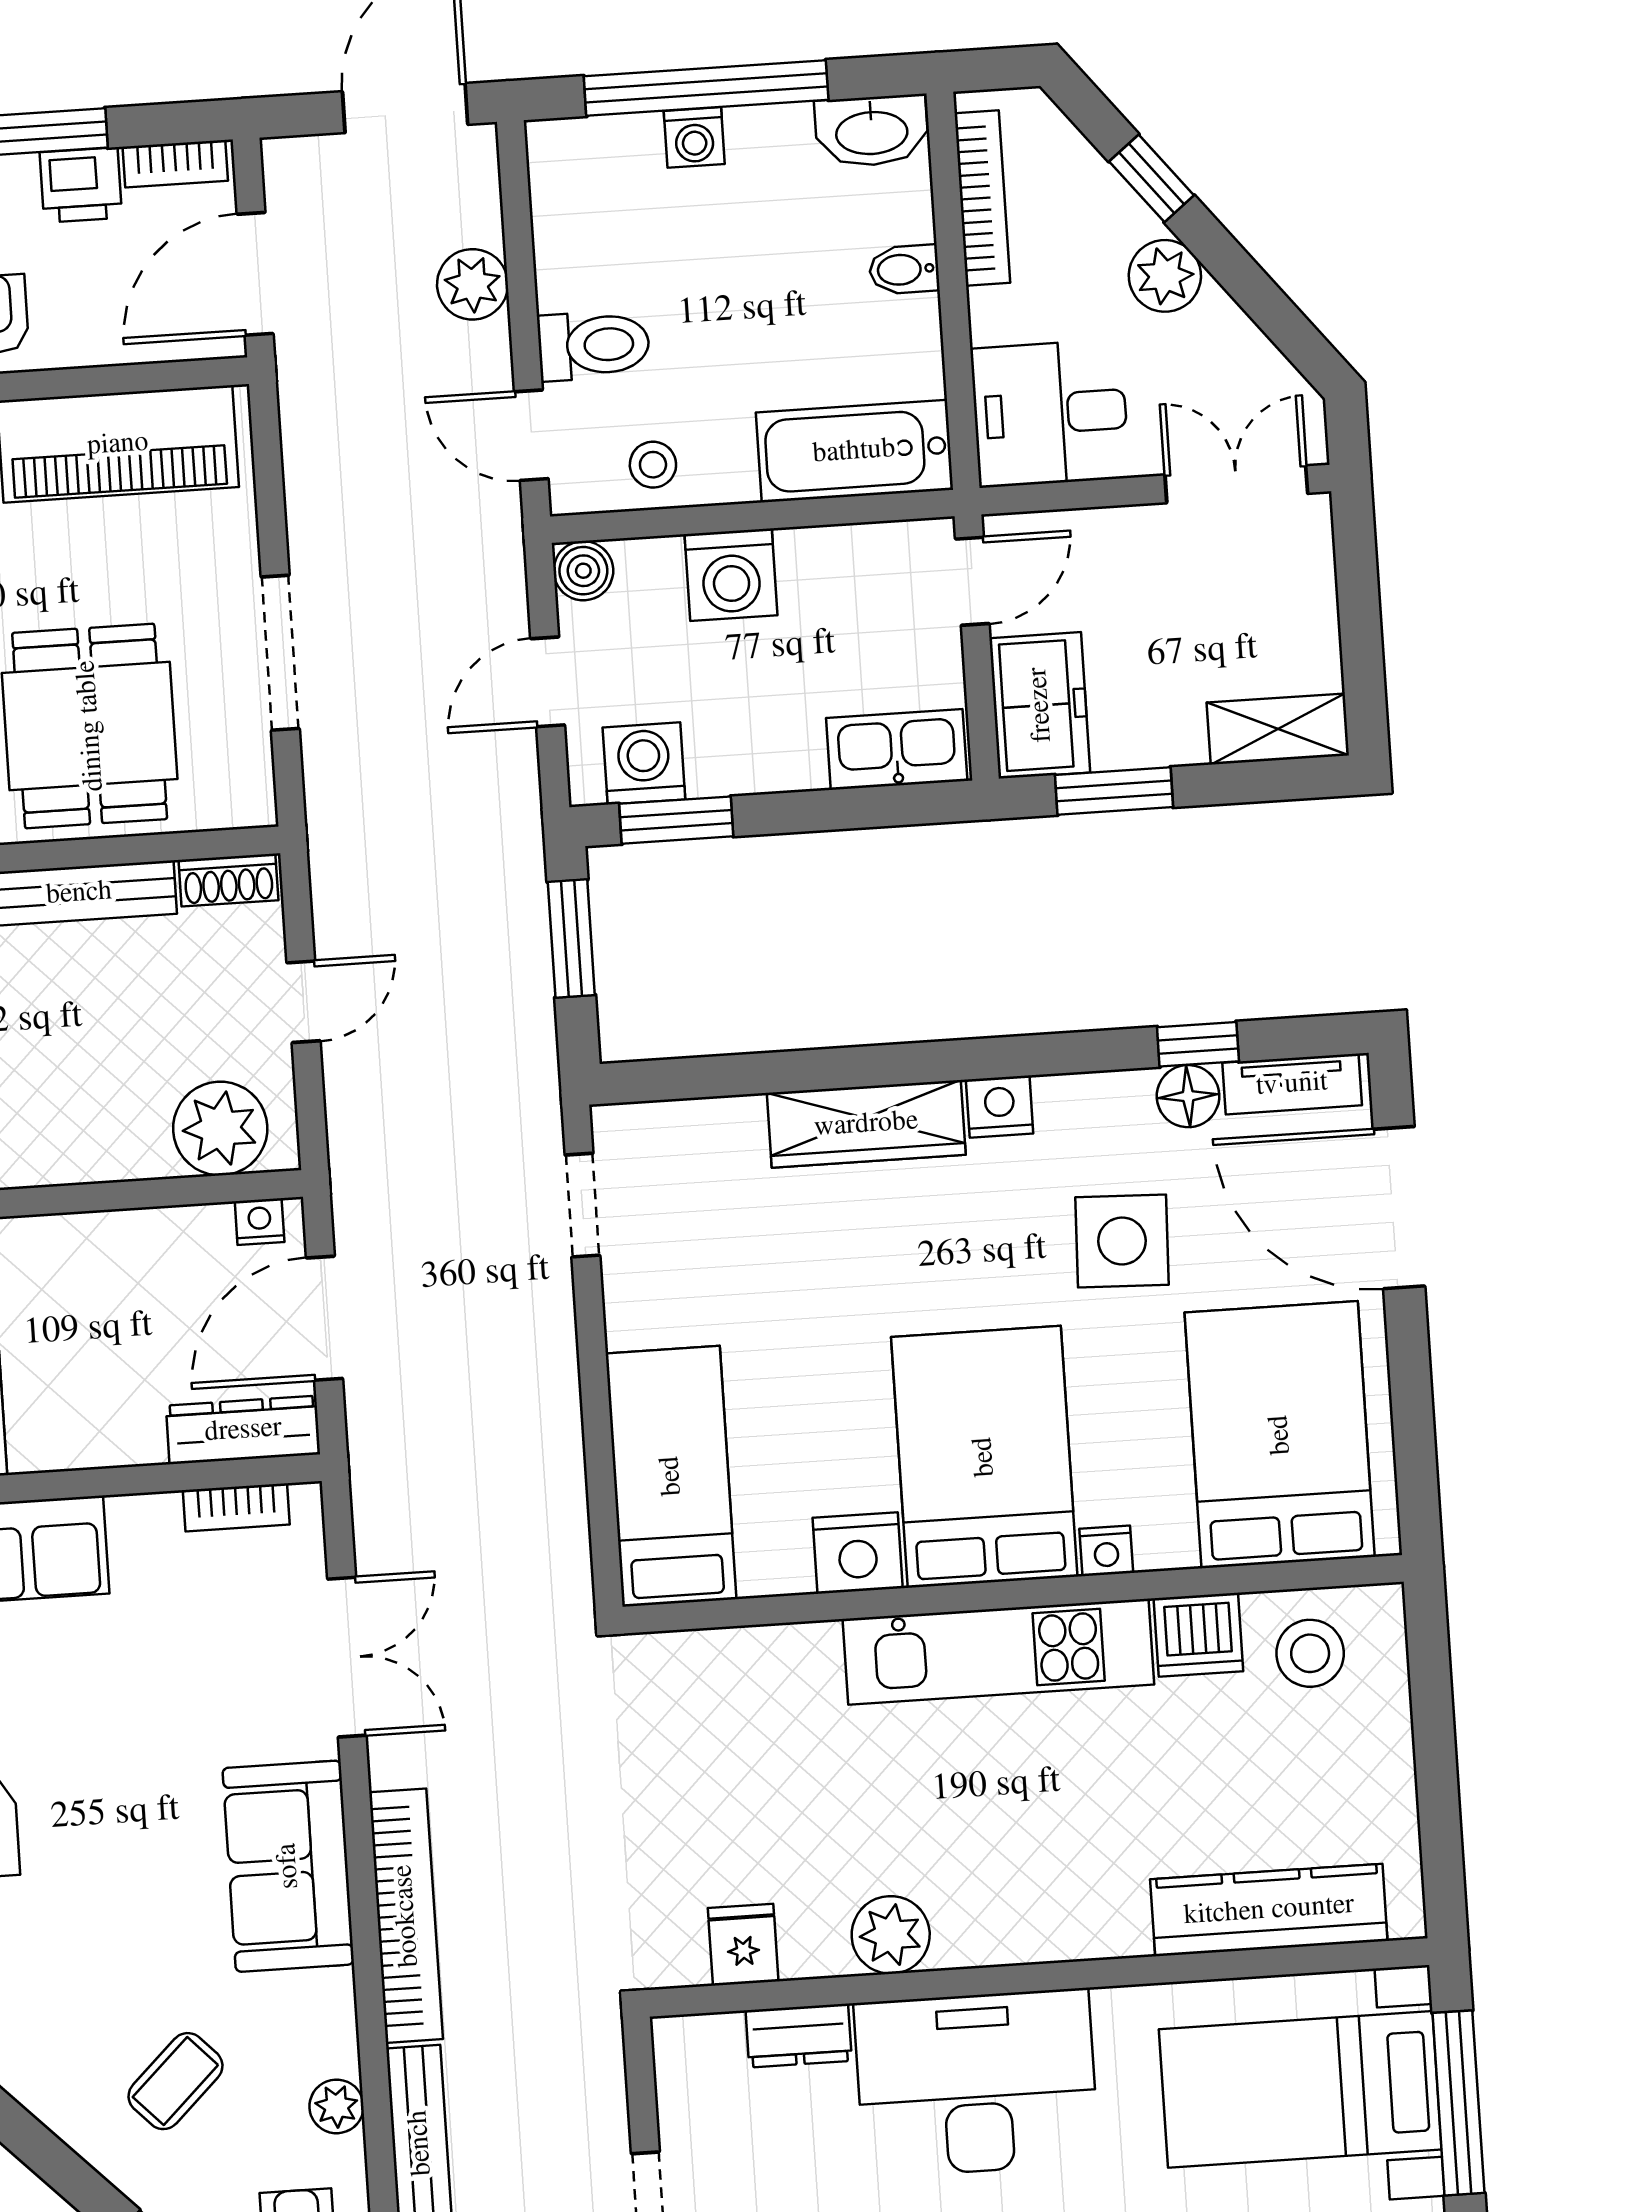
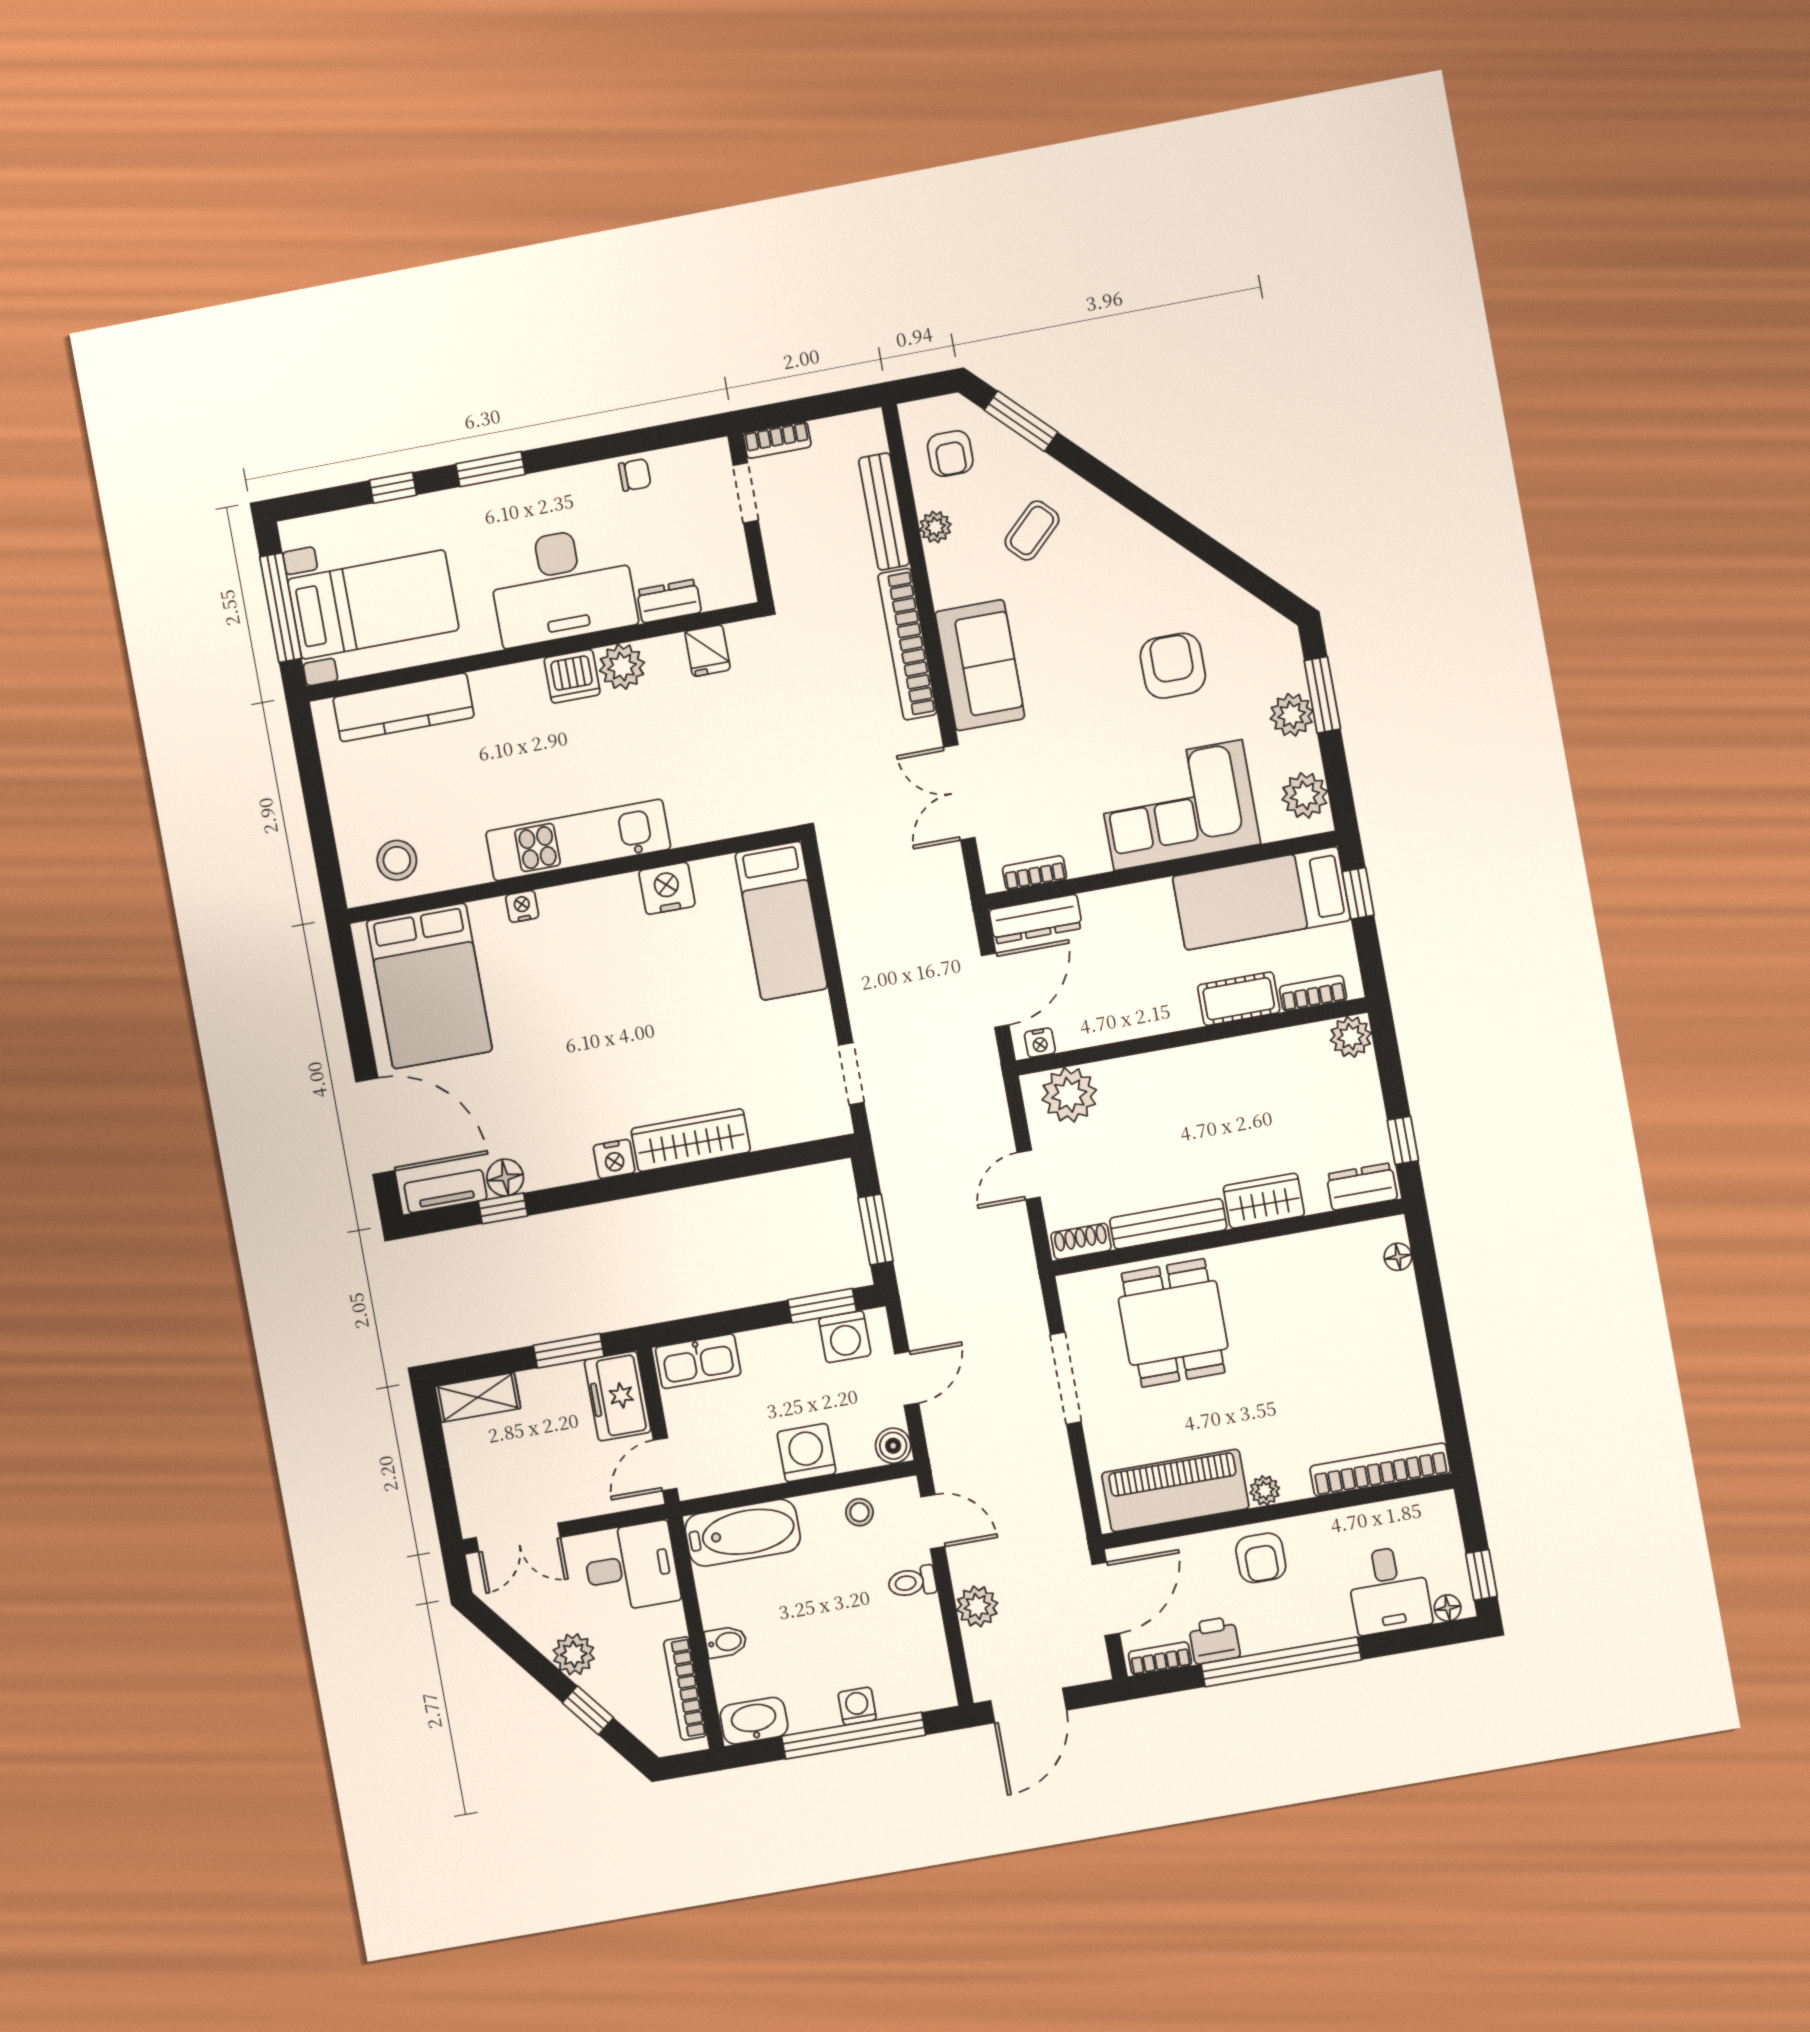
toilet: (594, 345) -> (912, 1582), width x0.73, depth x0.72
side table: (1122, 1241) -> (534, 1089), removed
bed: (984, 1457) -> (600, 953), removed
dishwasher: (1198, 1635) -> (572, 676), moved, turned 180

